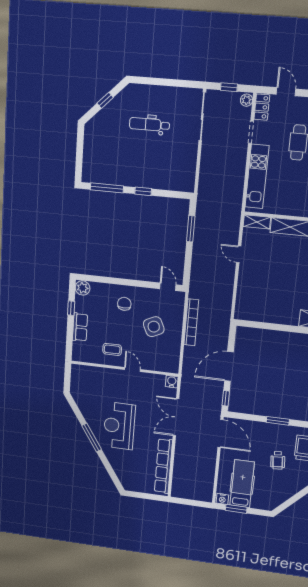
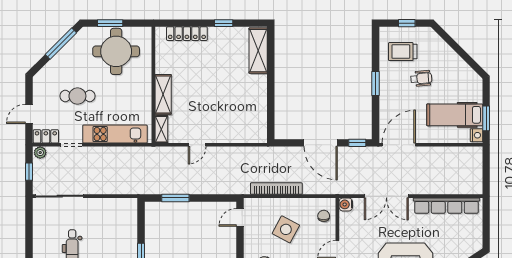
side table: (154, 327) -> (286, 229), turned -37
chair: (163, 361) -> (324, 216), added

